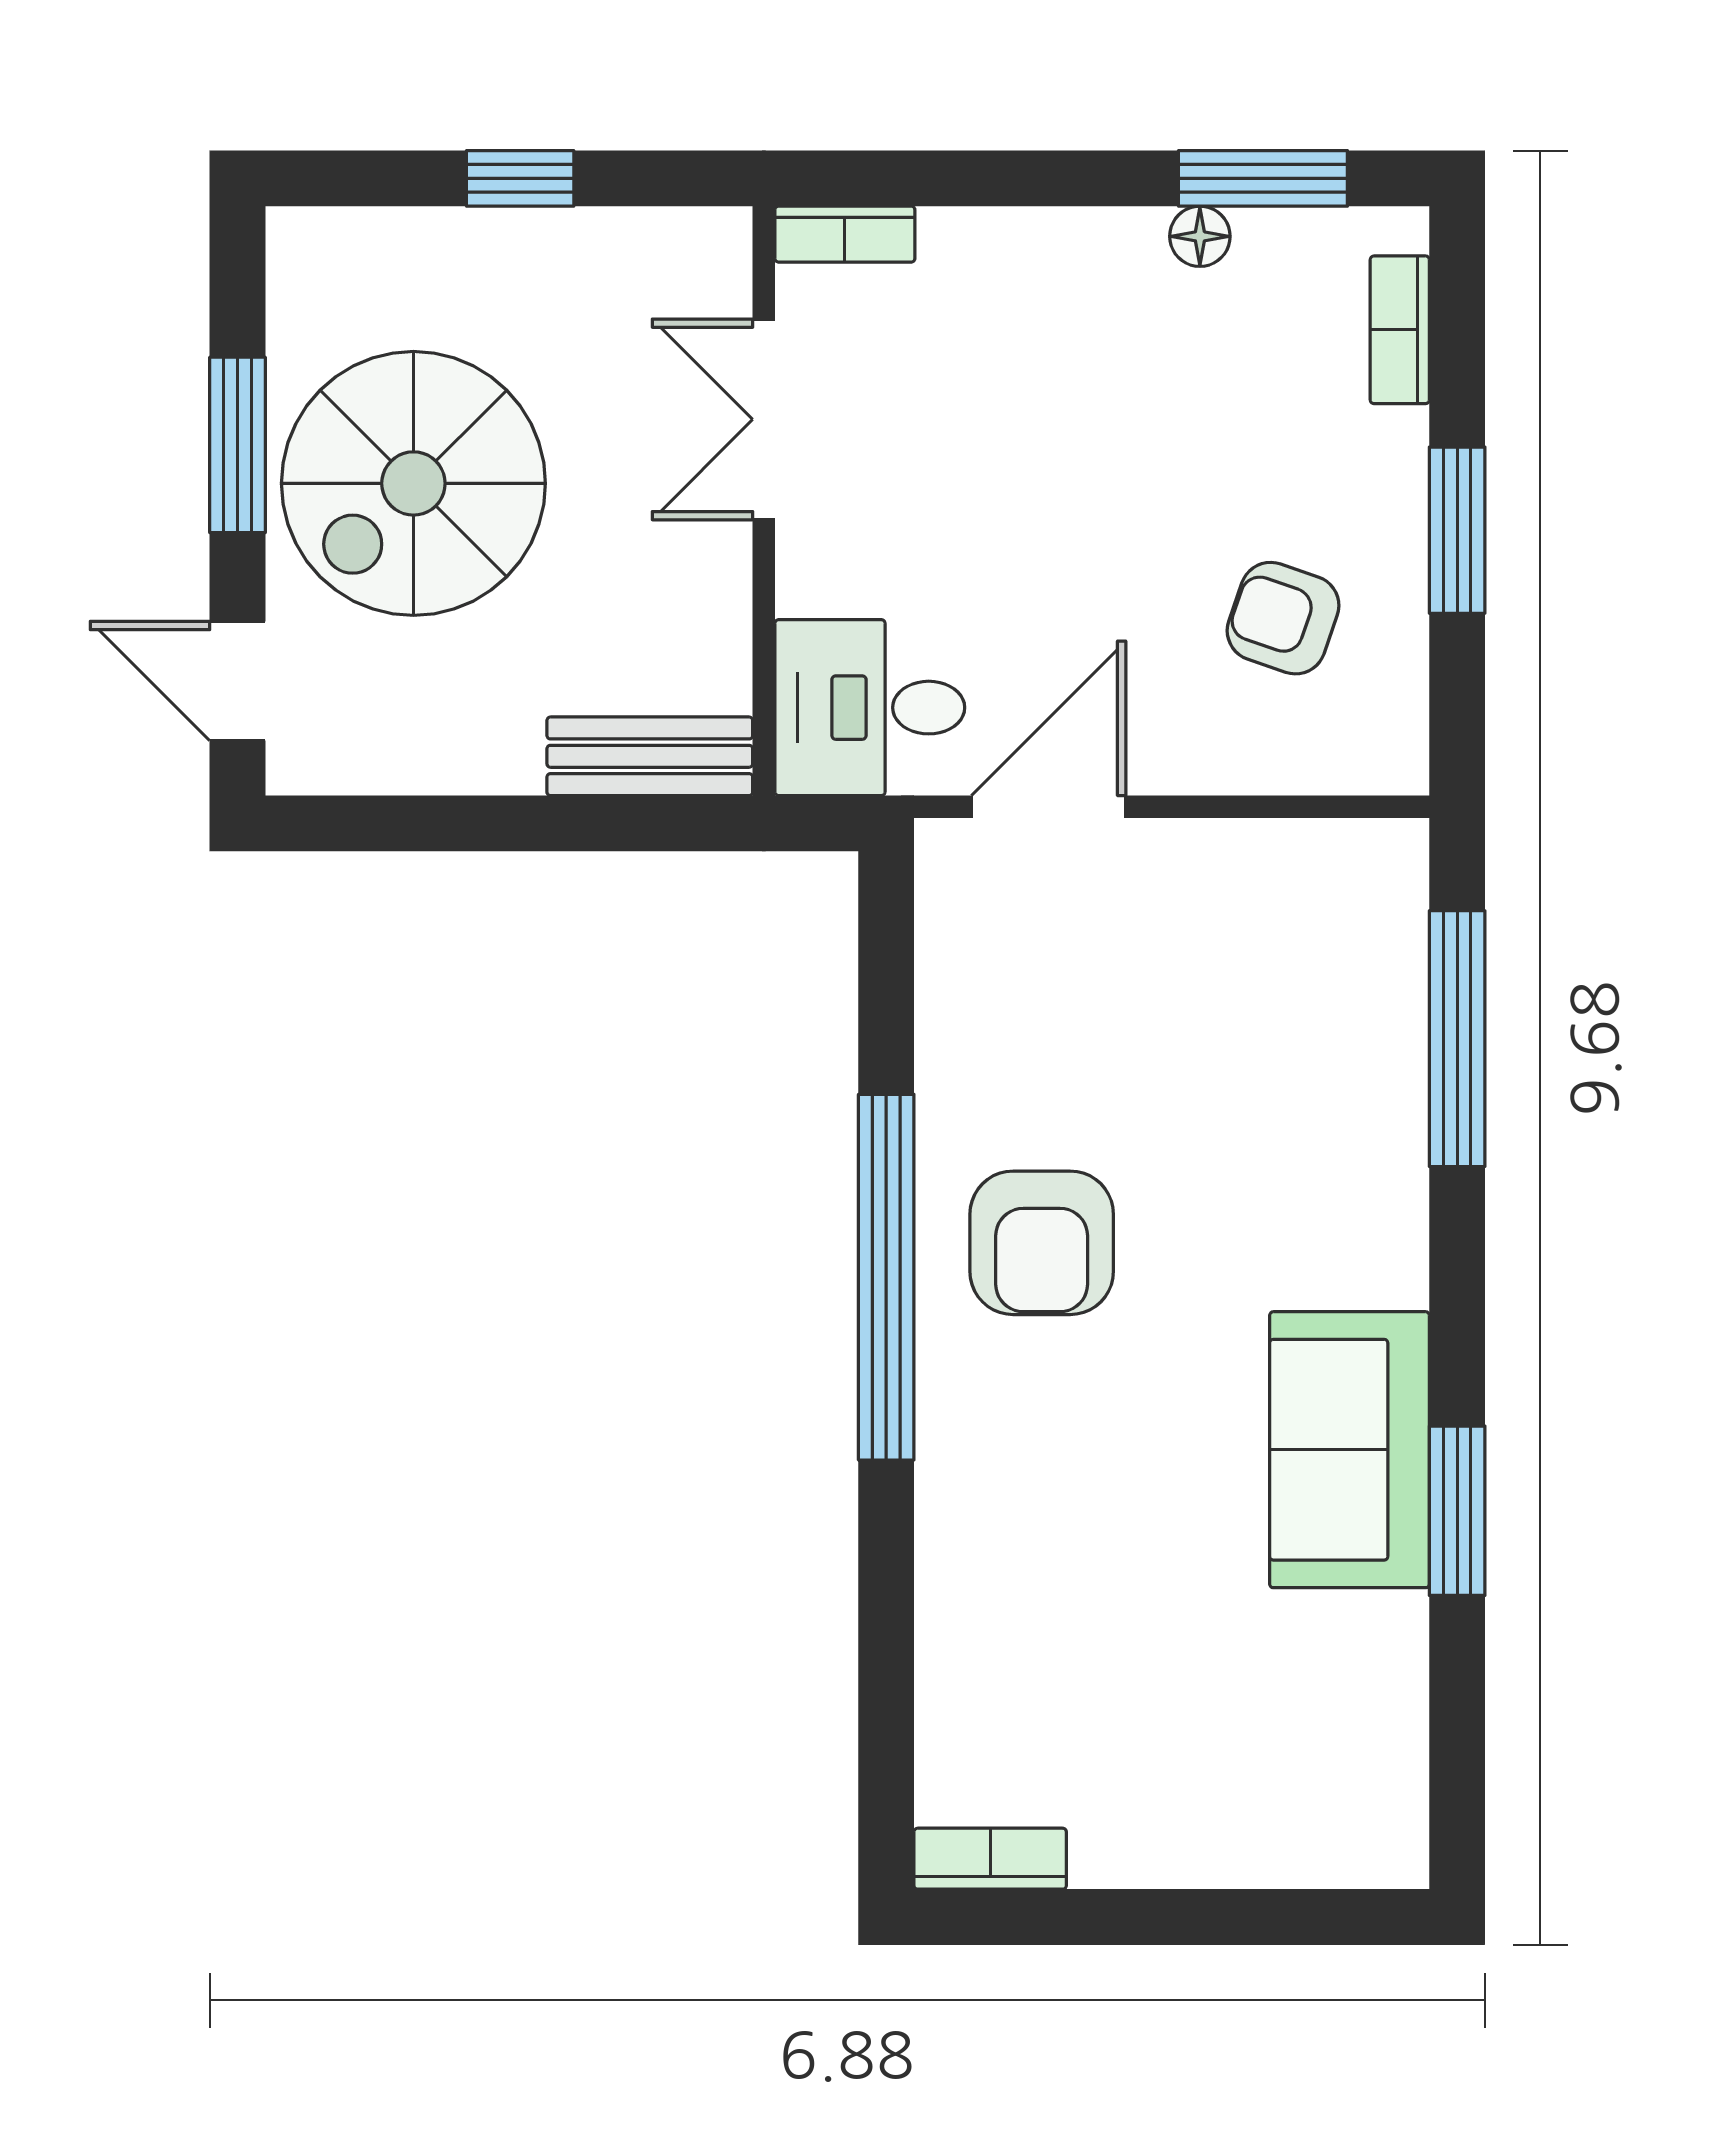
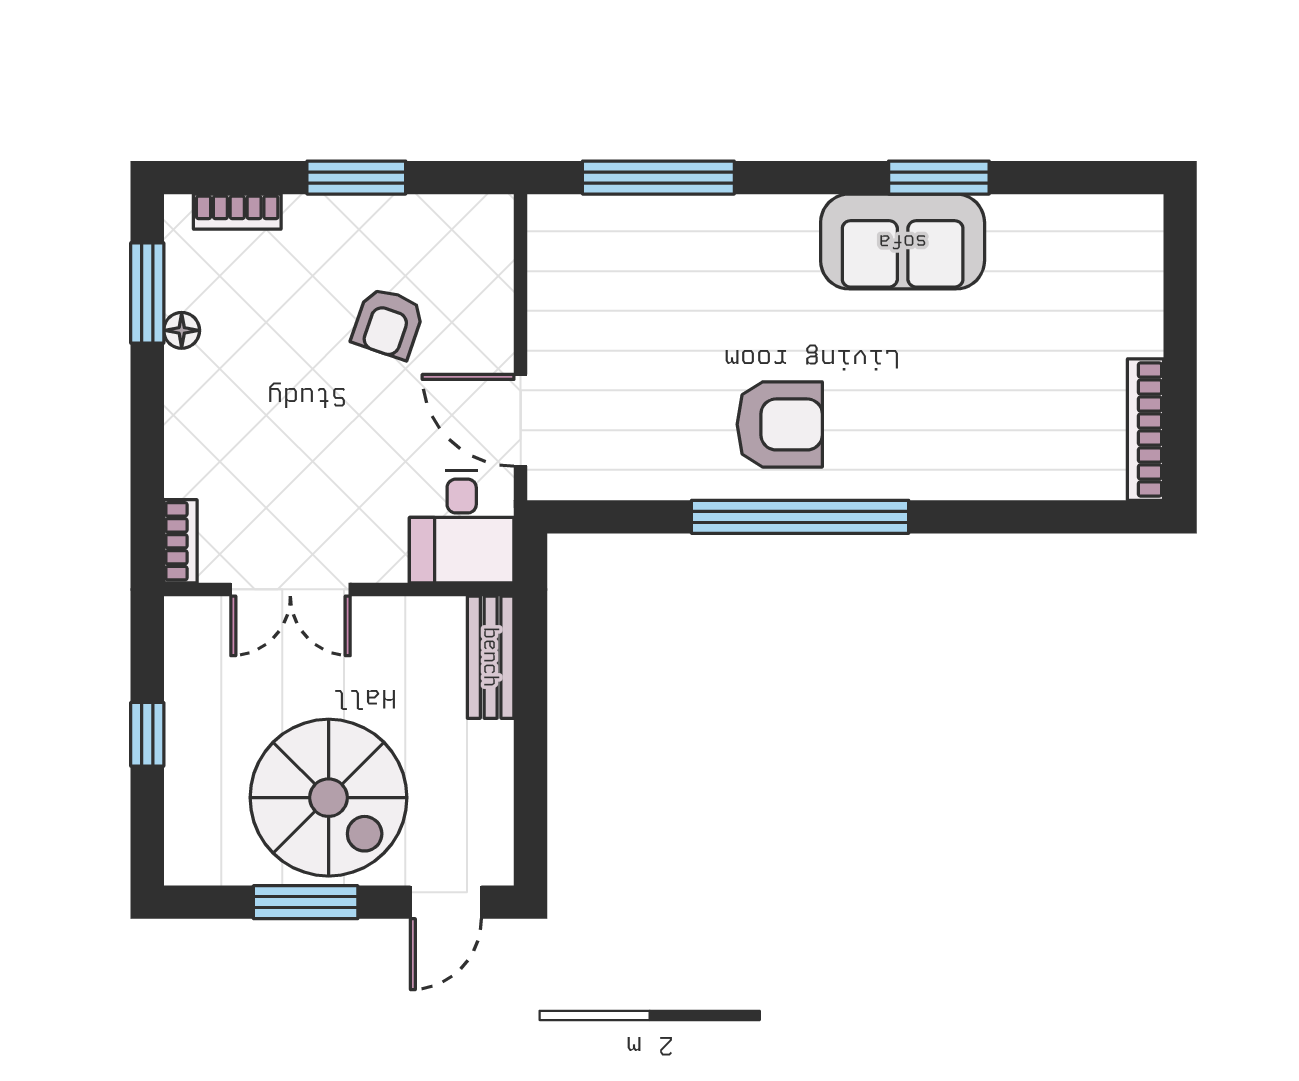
armchair: (1283, 618) -> (388, 323), moved
bookcase: (990, 1859) -> (1146, 430), width x1.56

